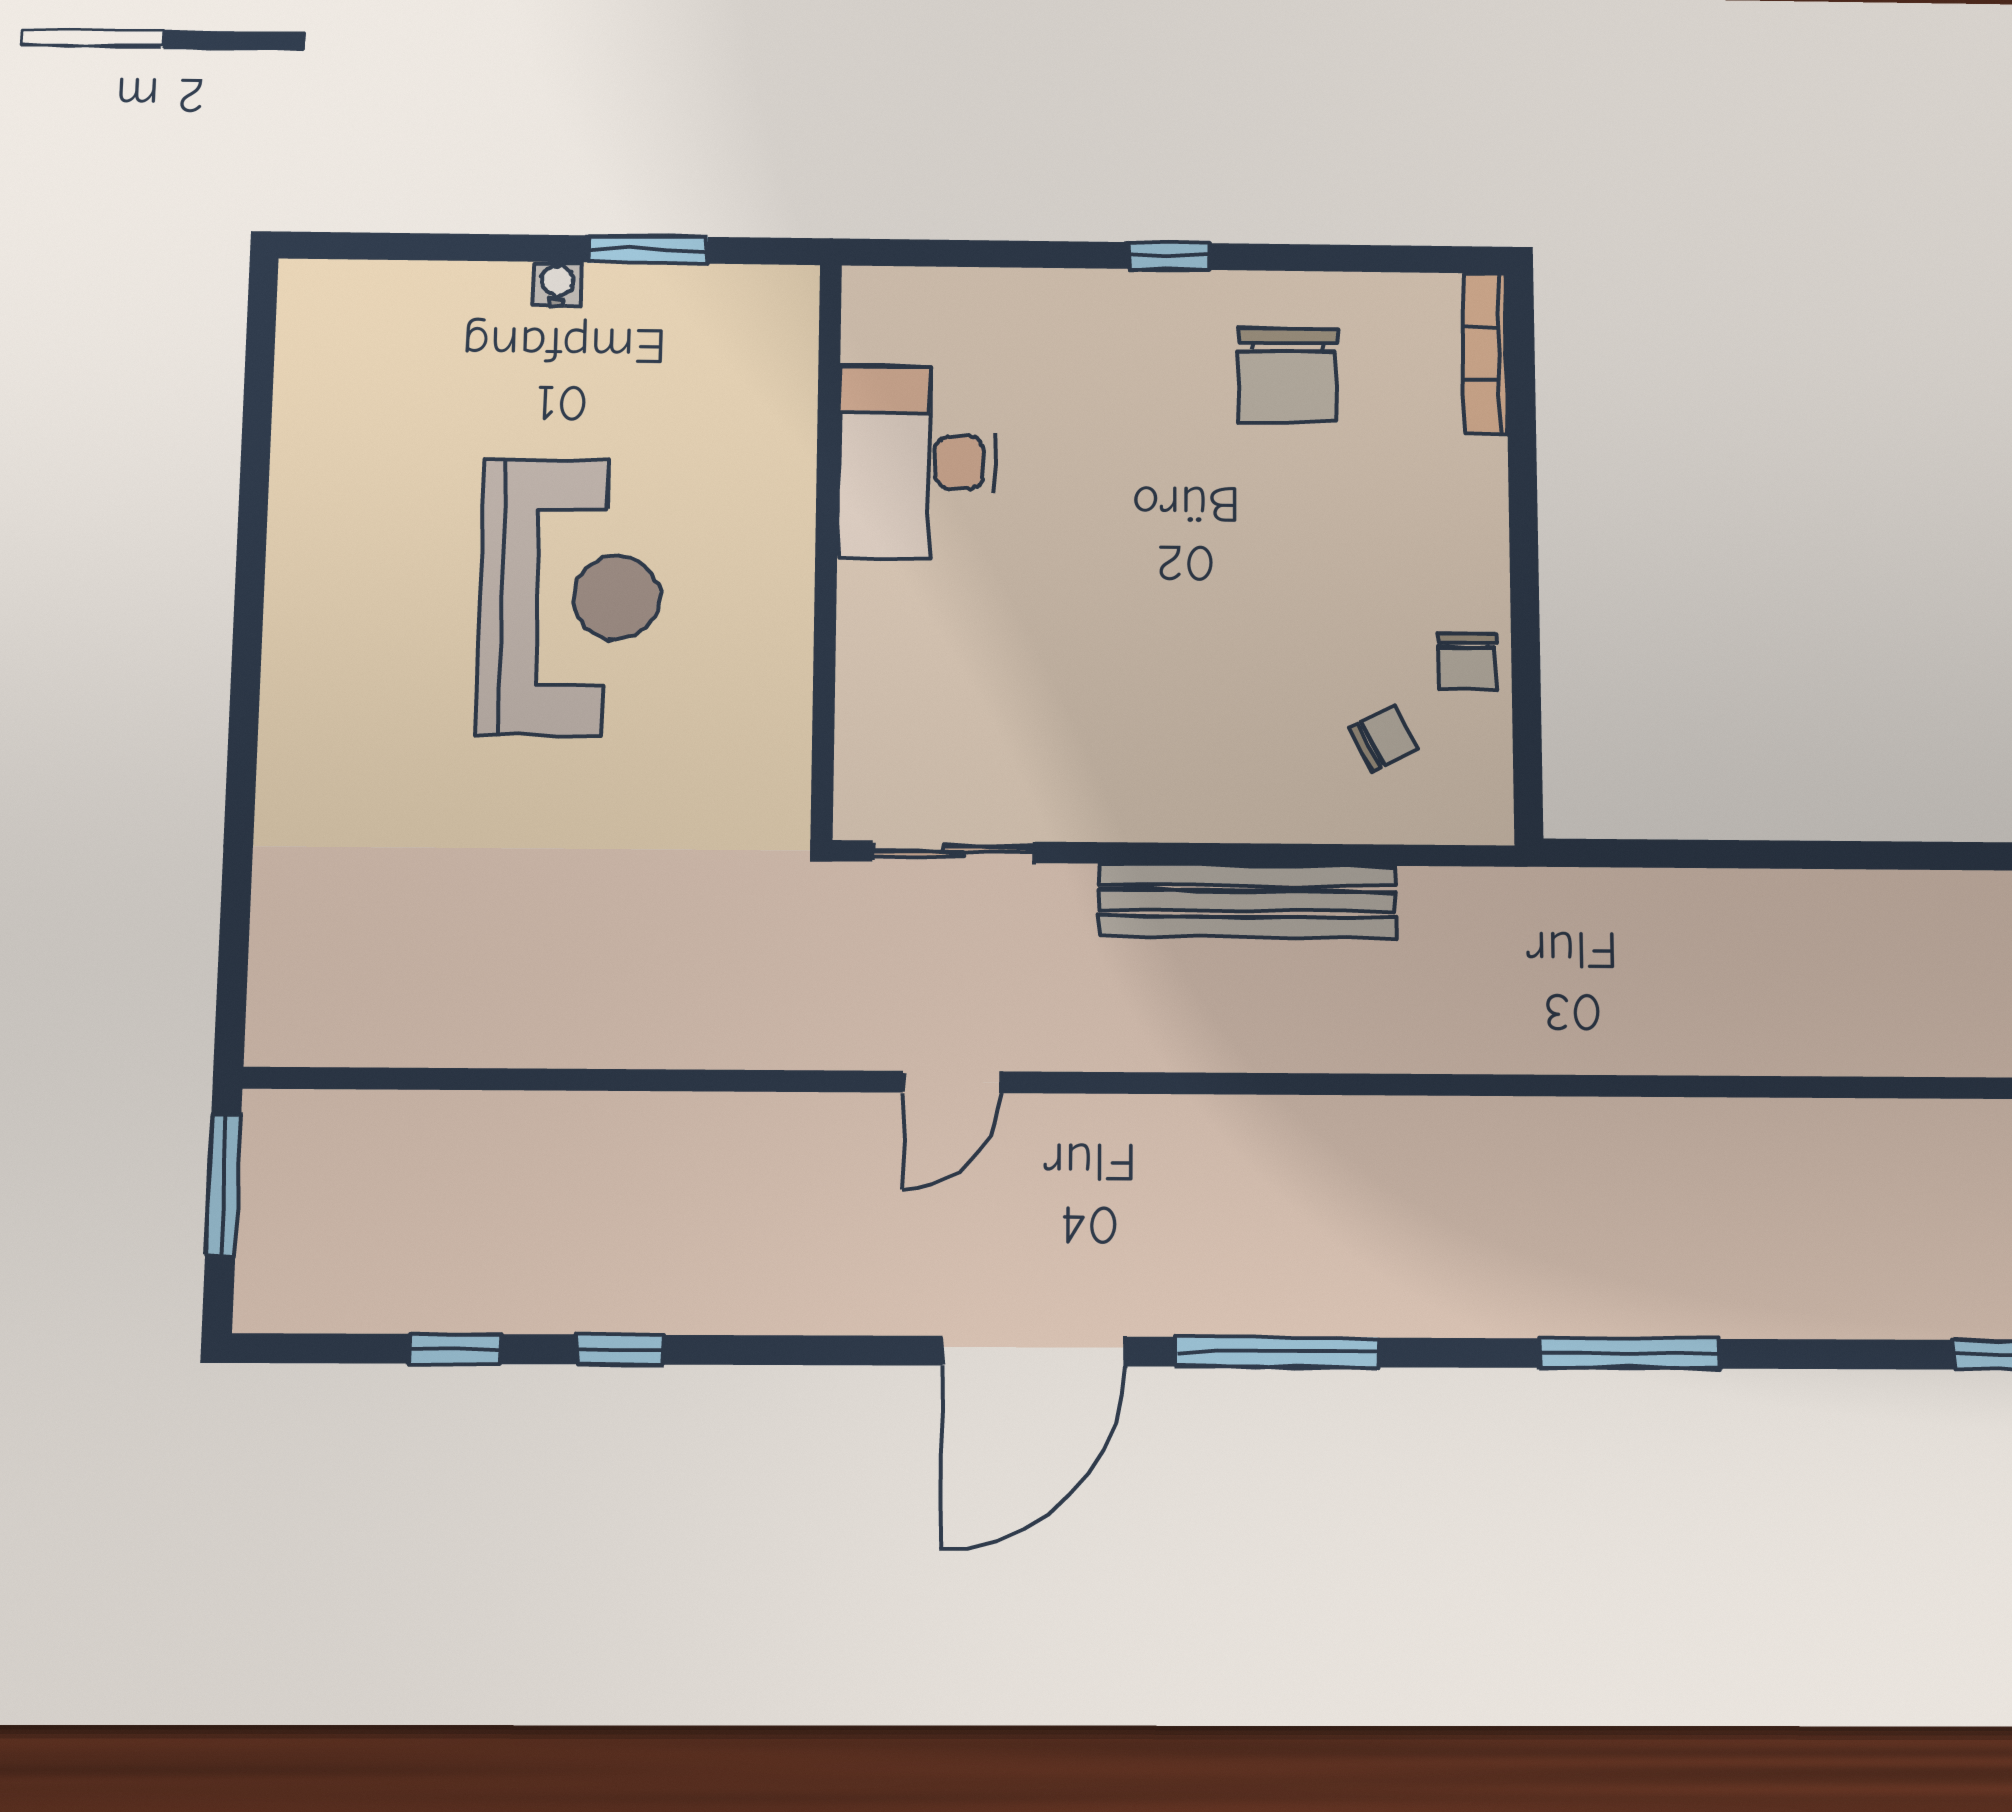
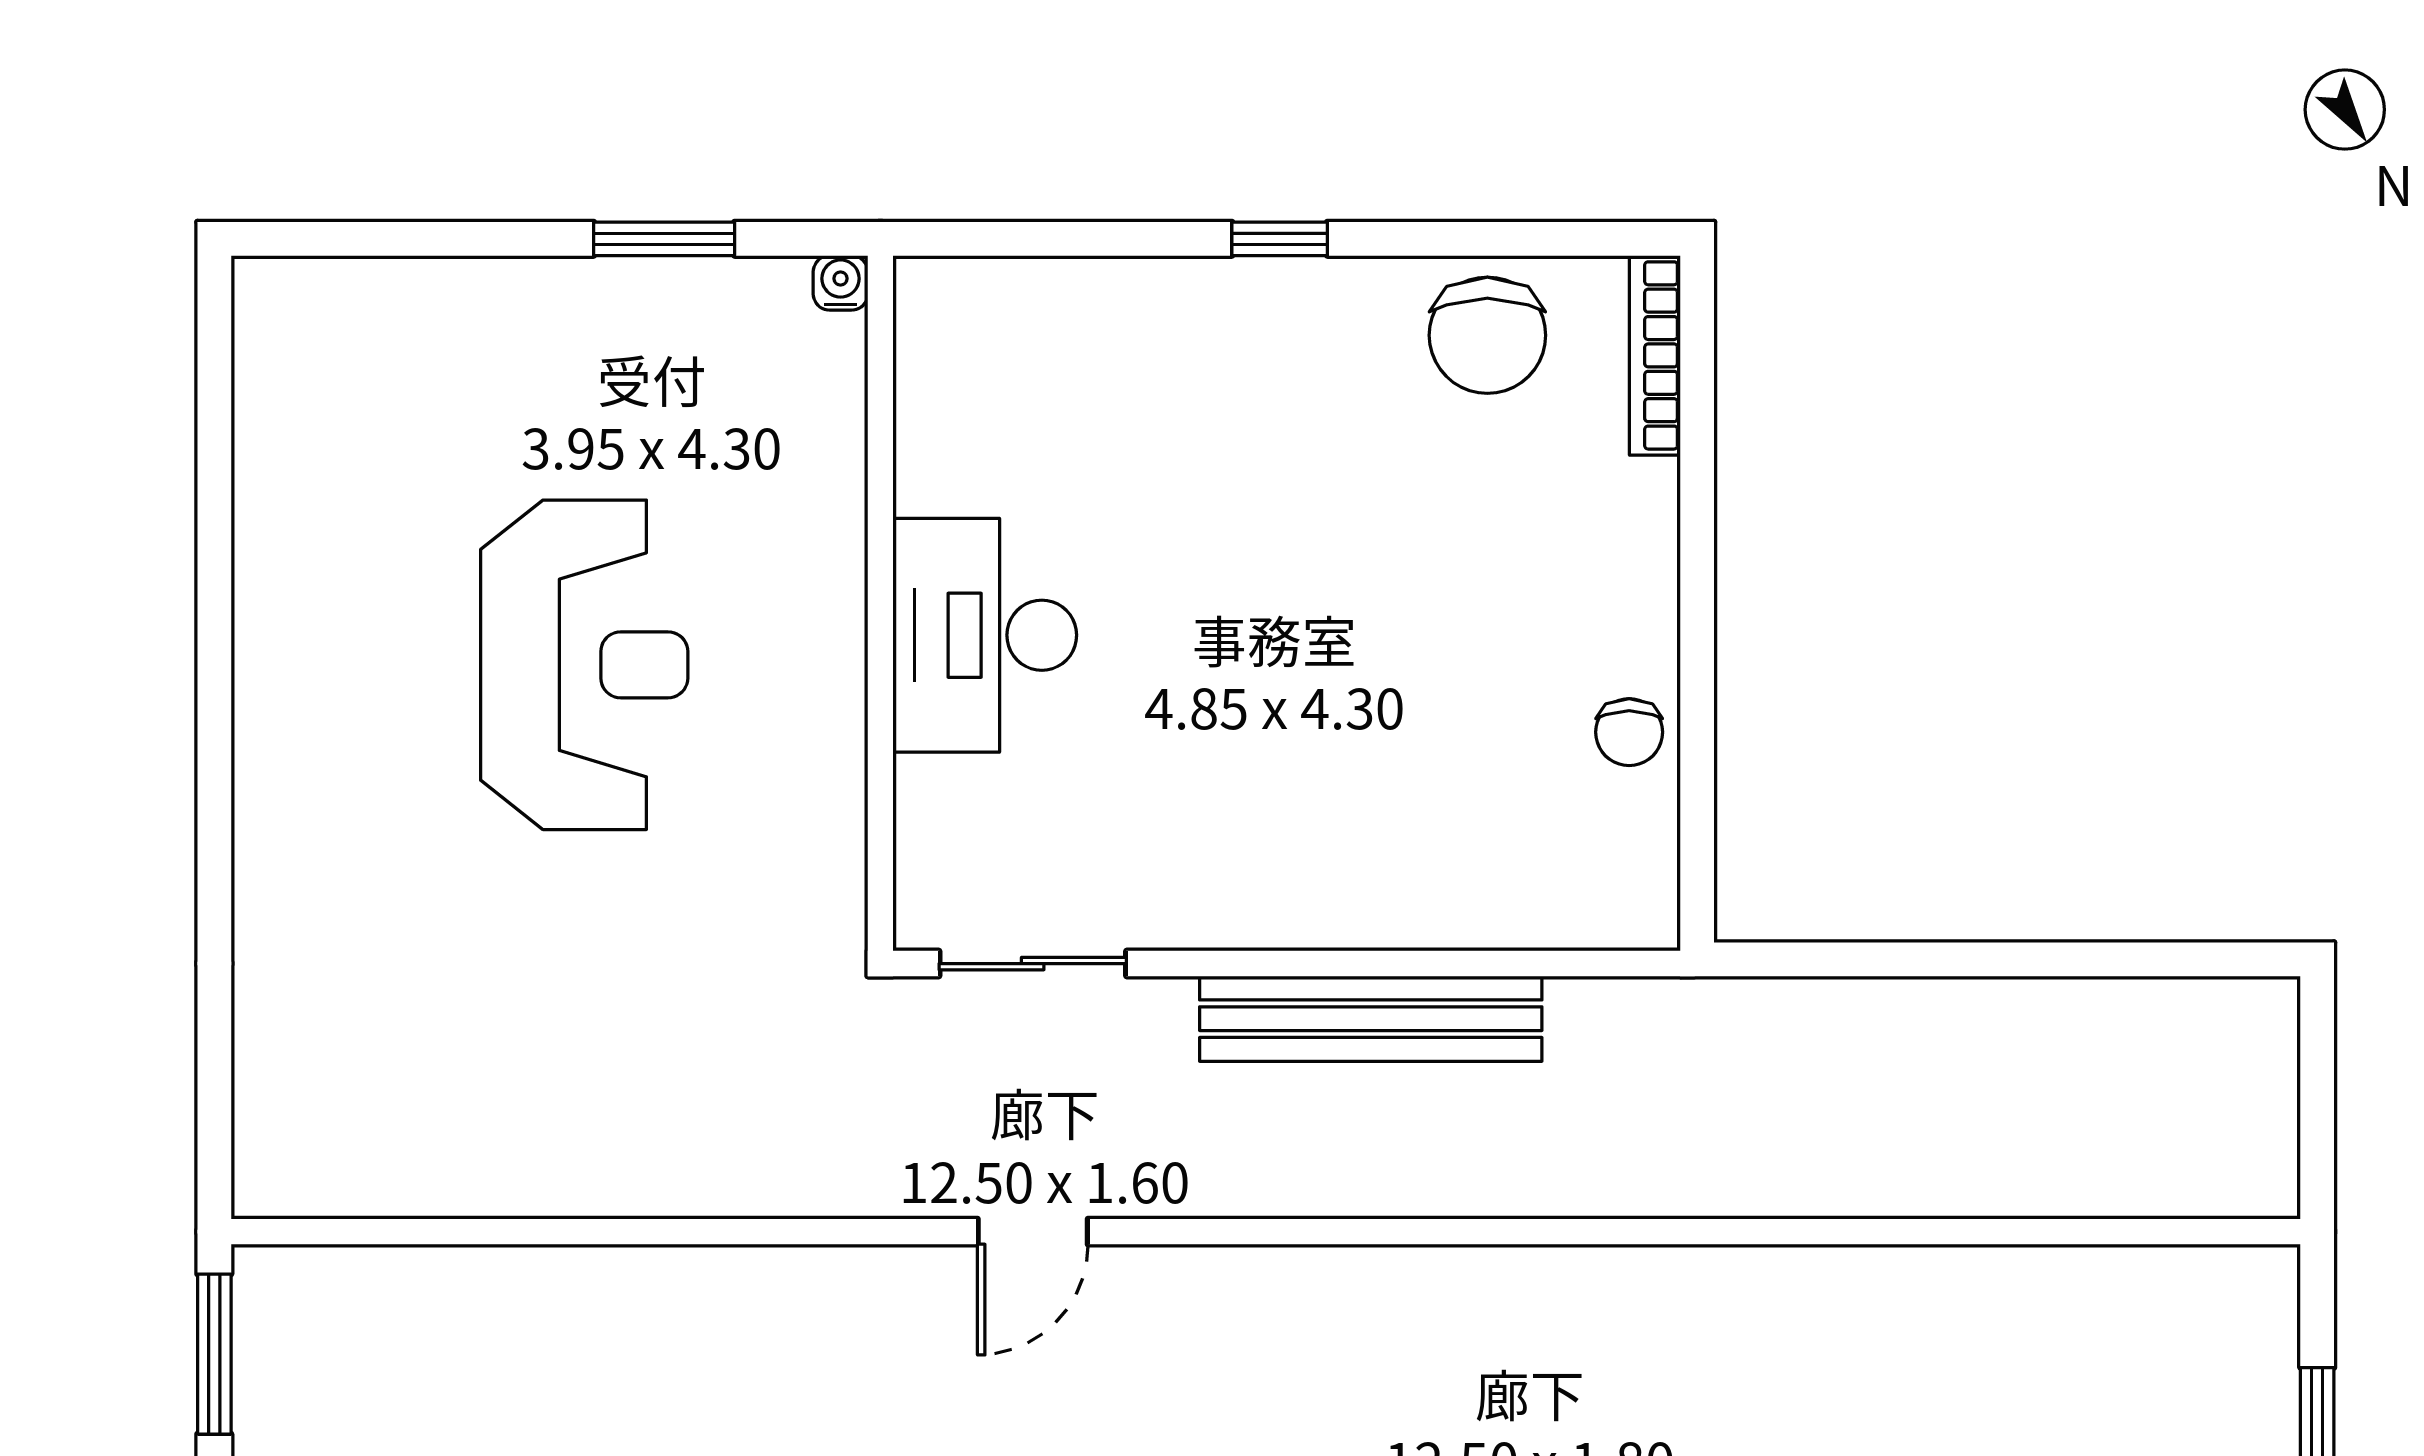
water cooler: (557, 284) -> (841, 283), moved
chair: (1288, 375) -> (1487, 335), moved
desk: (917, 462) -> (985, 635), moved
chair: (1383, 738) -> (1530, 825), removed

